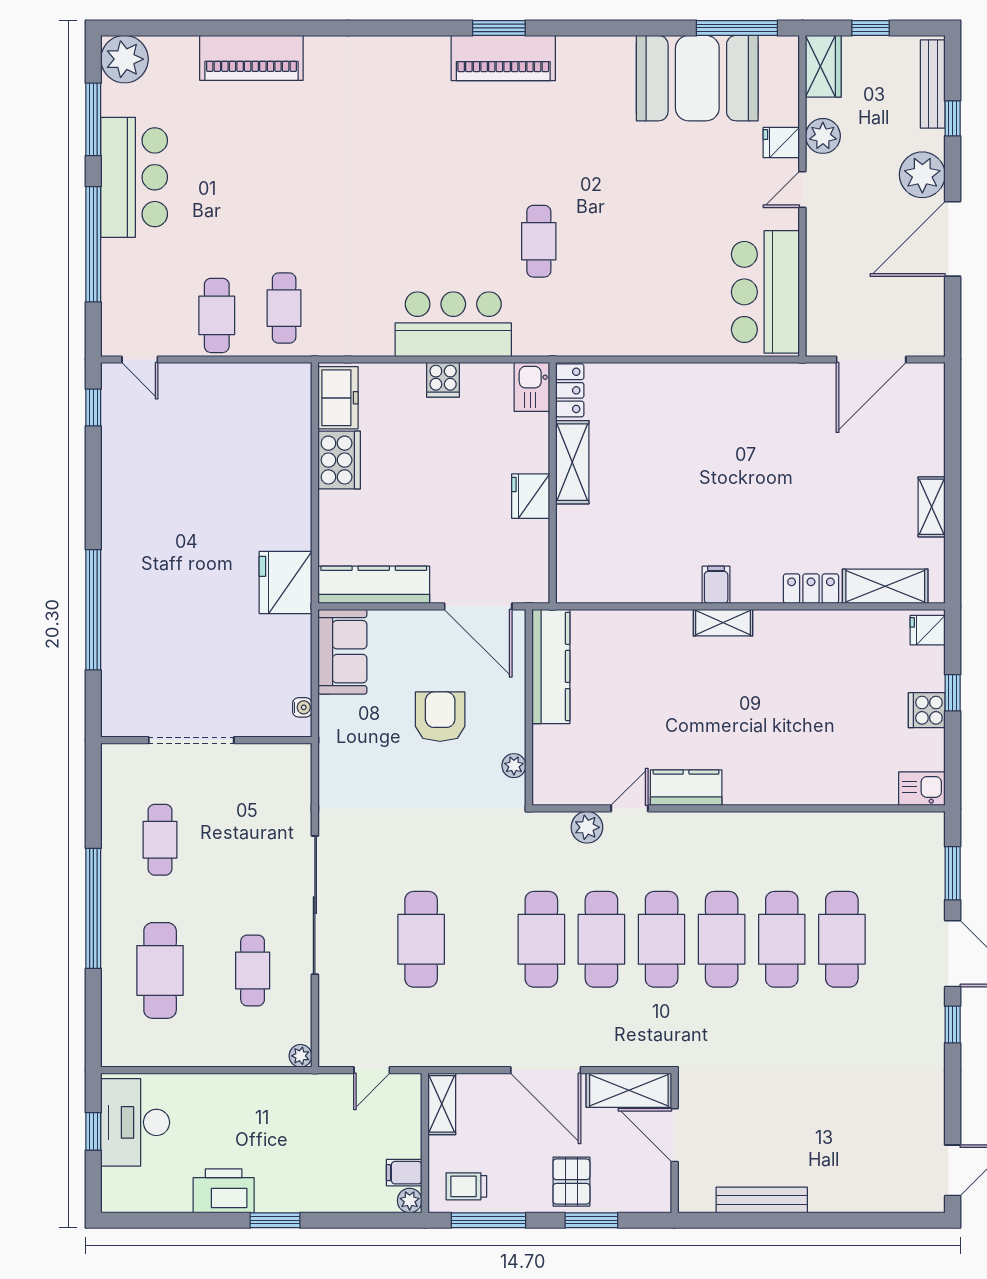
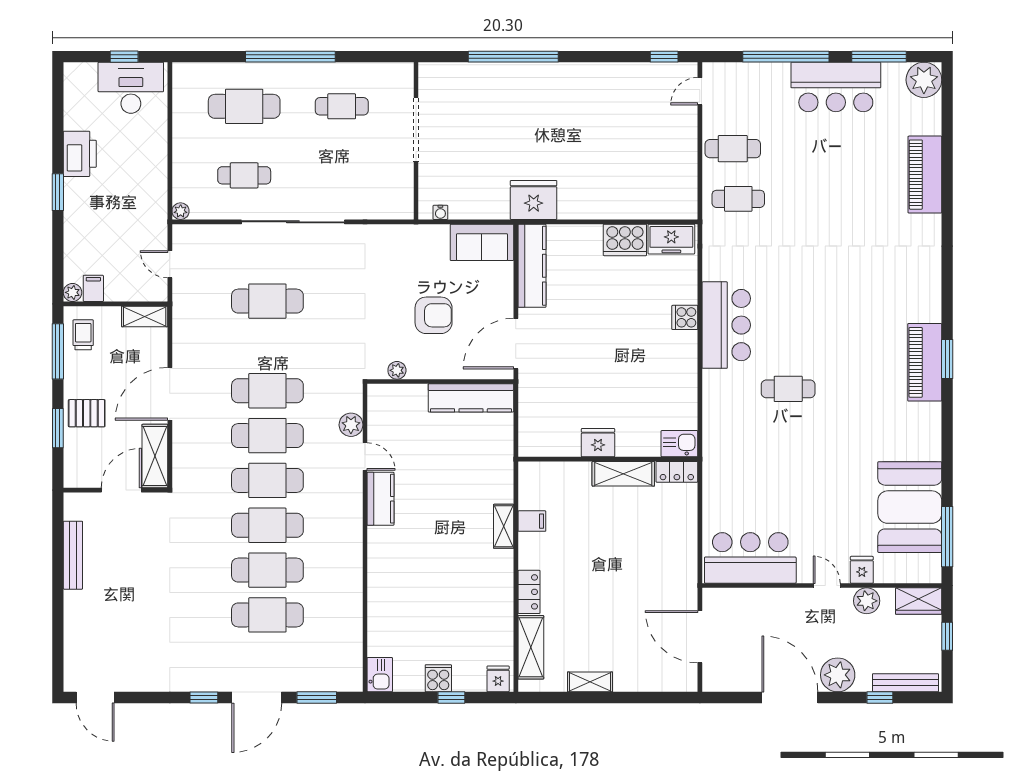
kitchen sink: (532, 387) -> (679, 444), moved
locker: (570, 390) -> (677, 472), moved
shelving: (572, 462) -> (623, 474), moved
wall: (553, 483) -> (608, 459), moved
fridge: (531, 496) -> (598, 443), moved

